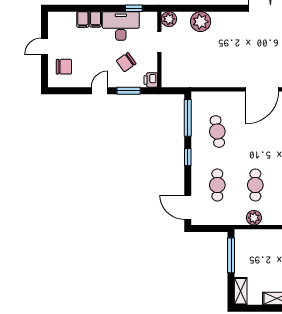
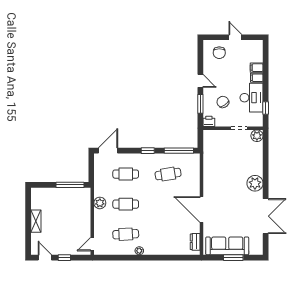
plant: (201, 22) -> (255, 183), moved
shelving: (241, 291) -> (42, 192), removed

